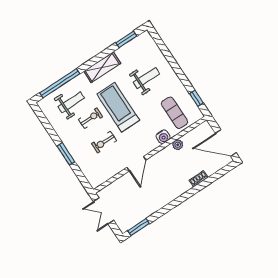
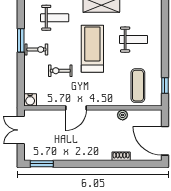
exercise bike: (91, 118) -> (36, 49), moved
water cooler: (163, 137) -> (30, 100), moved
window: (66, 154) -> (21, 40), moved

